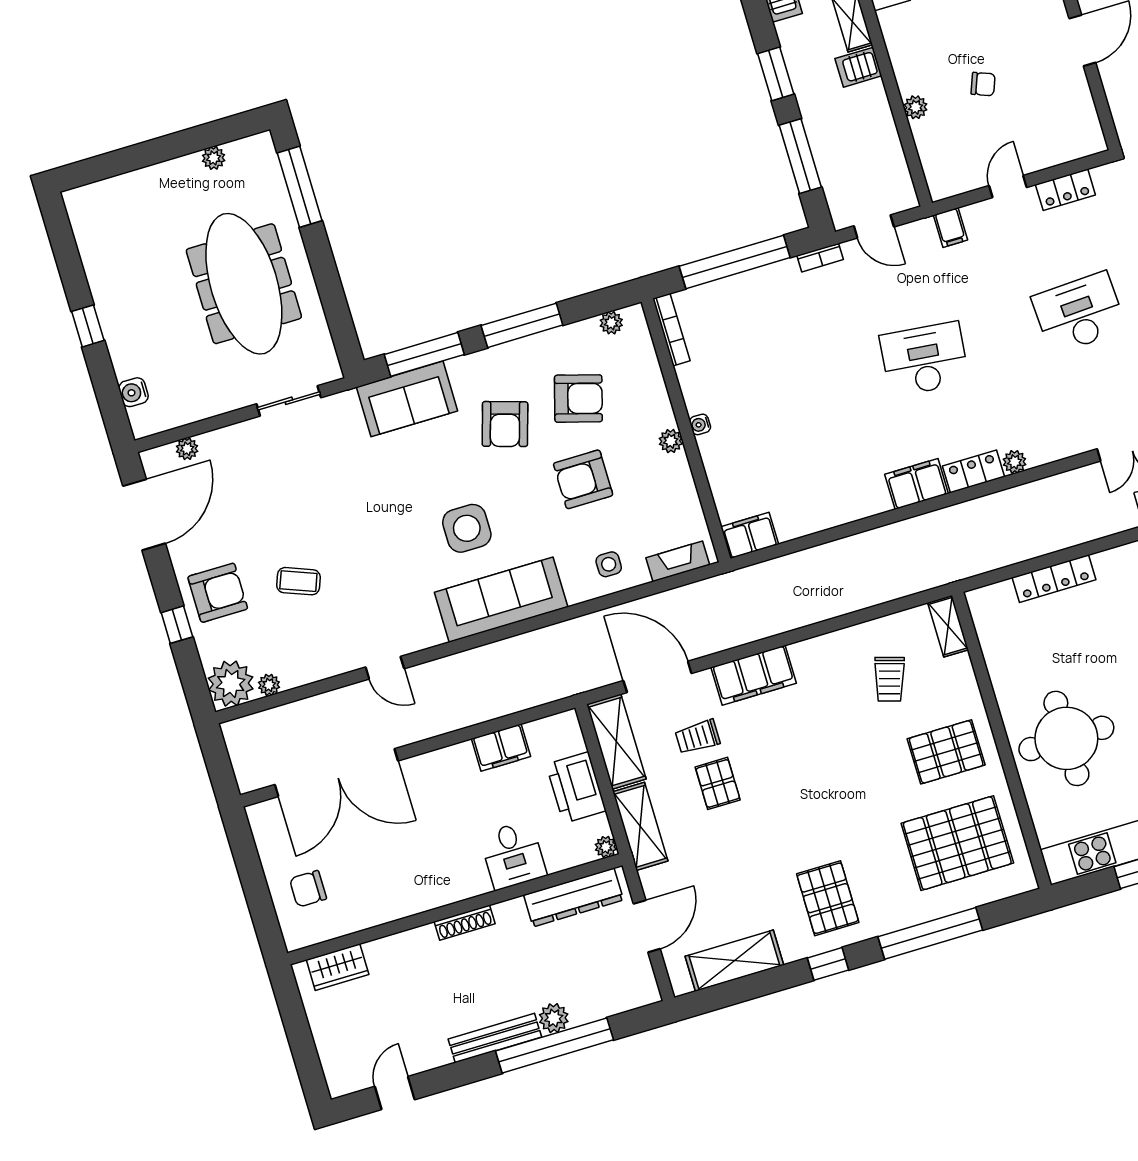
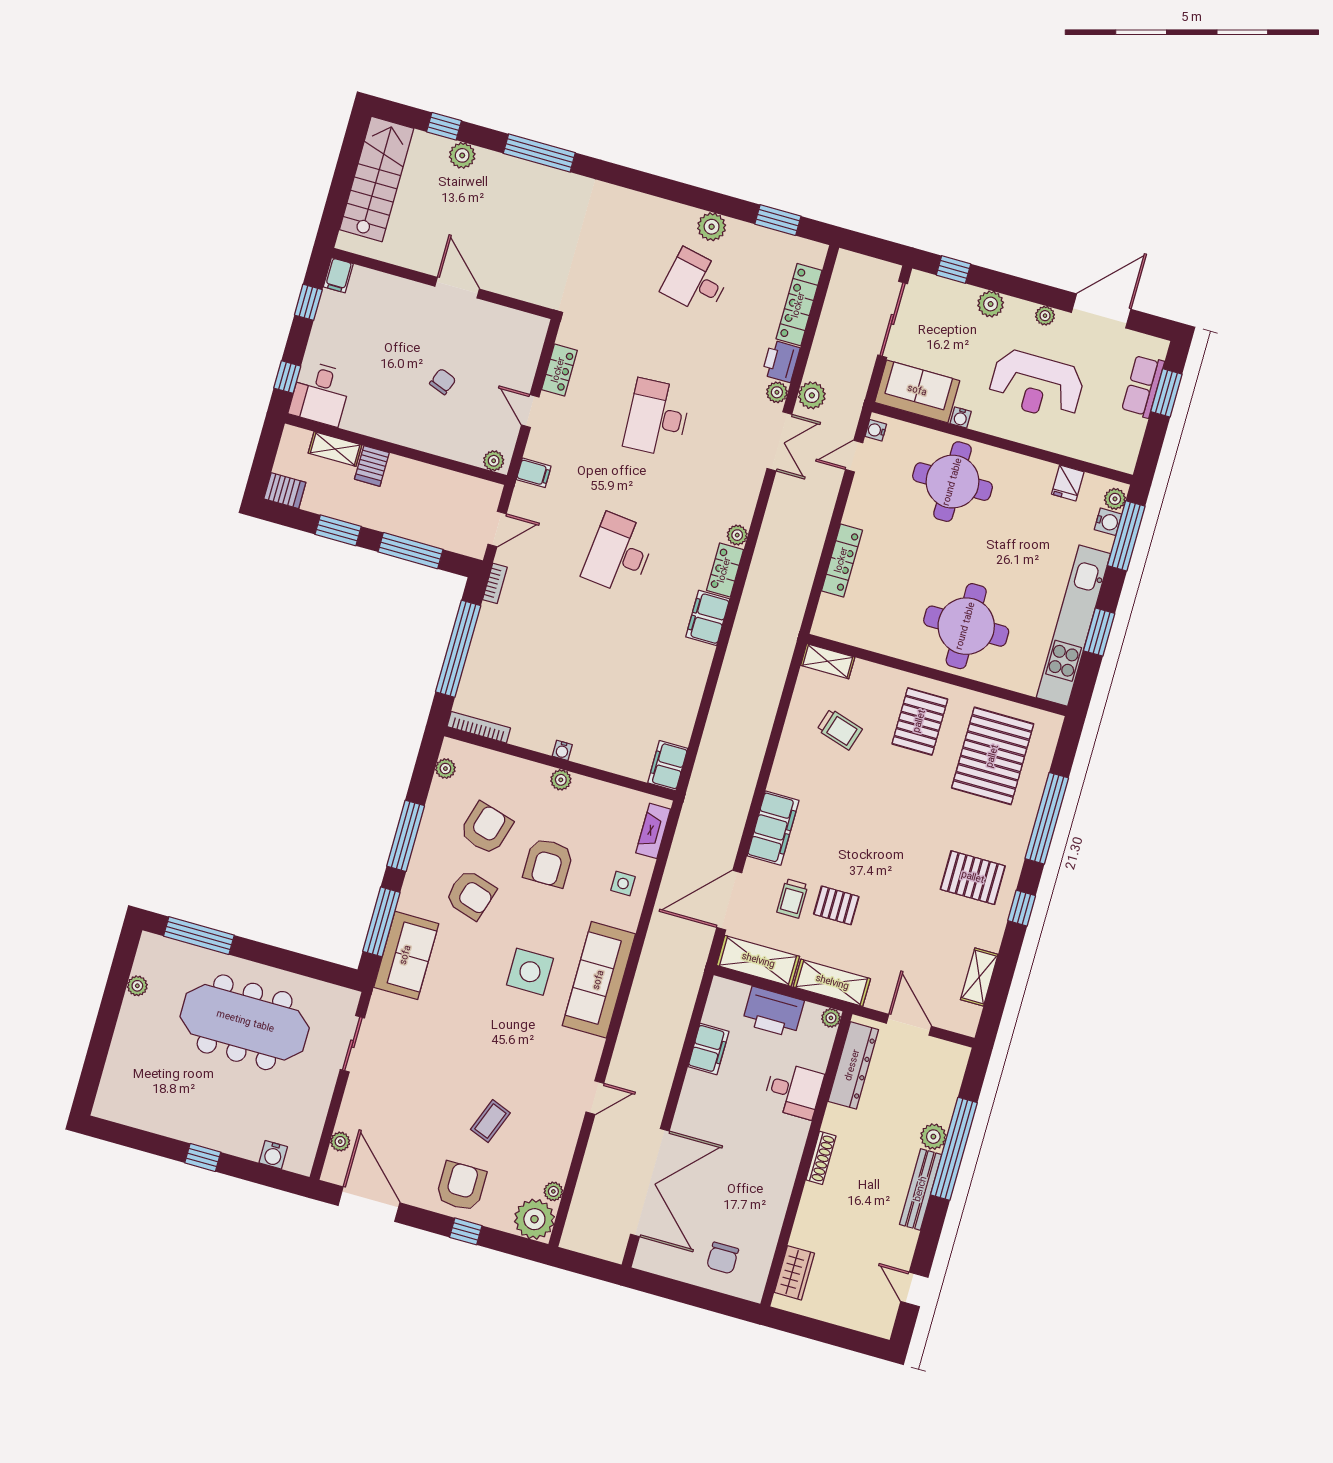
plant: (916, 107) -> (494, 461), moved
shelving: (734, 961) -> (979, 977), width x0.67, depth x0.75

